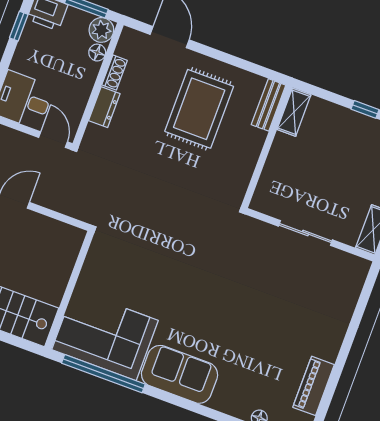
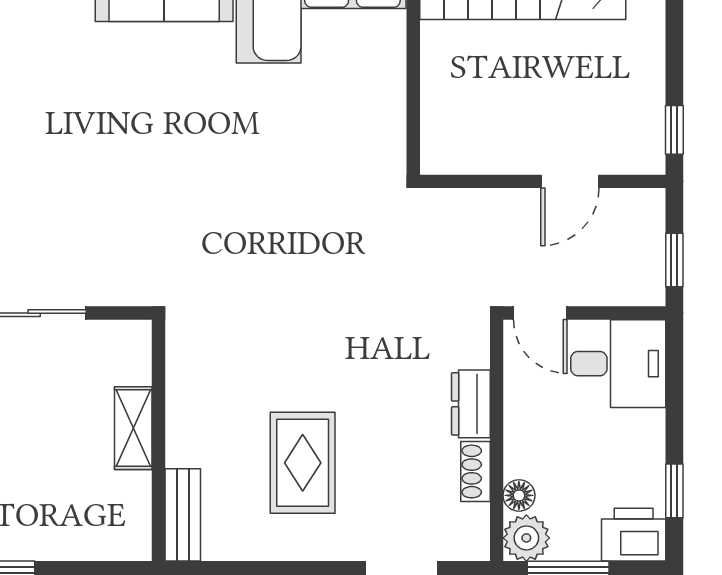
rug: (199, 109) -> (303, 463), width x0.73, depth x0.70
shelving: (294, 112) -> (133, 428), moved

